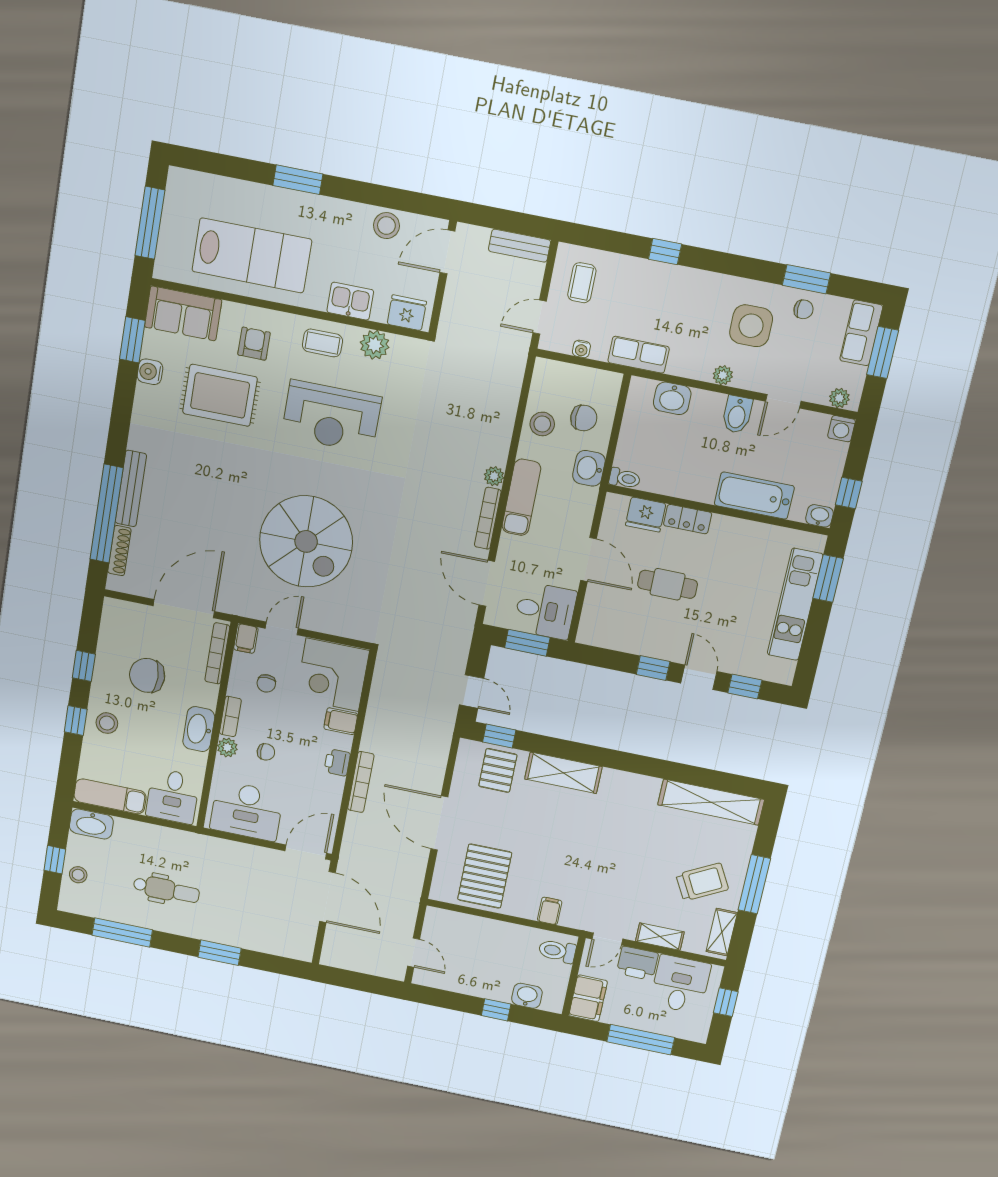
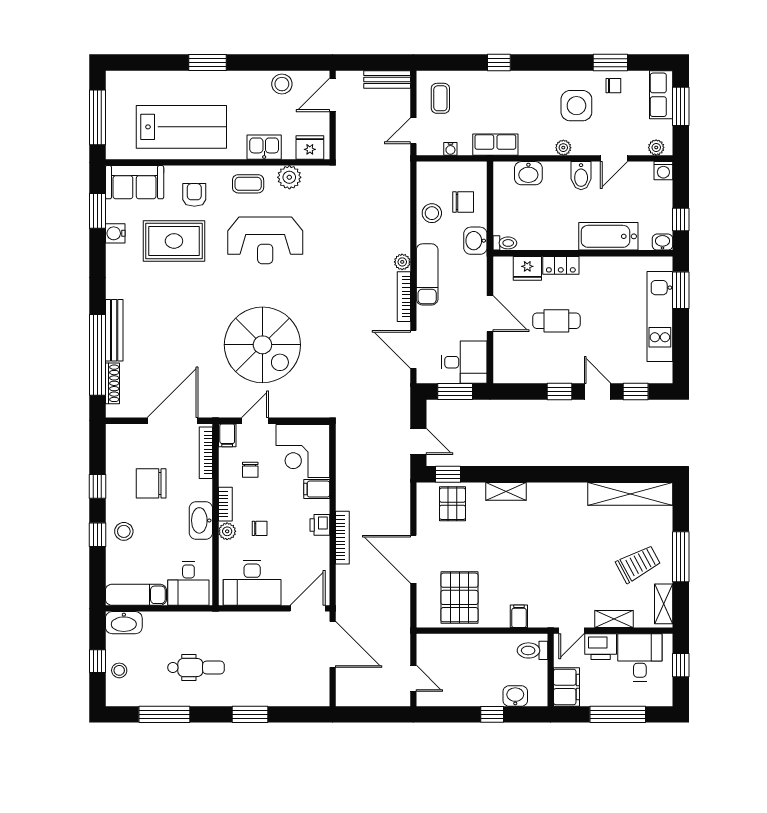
shelving: (563, 773) -> (506, 491), width x0.67, depth x0.75

